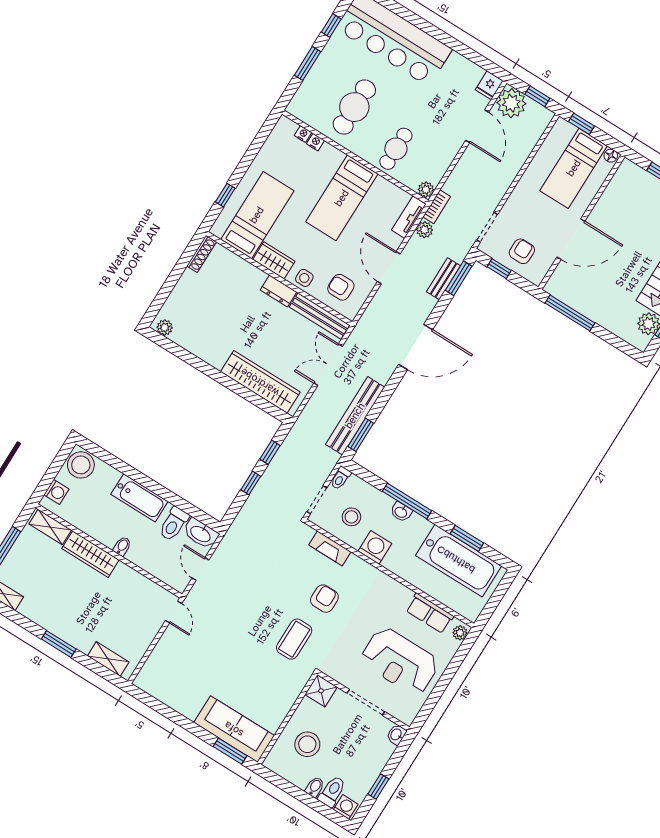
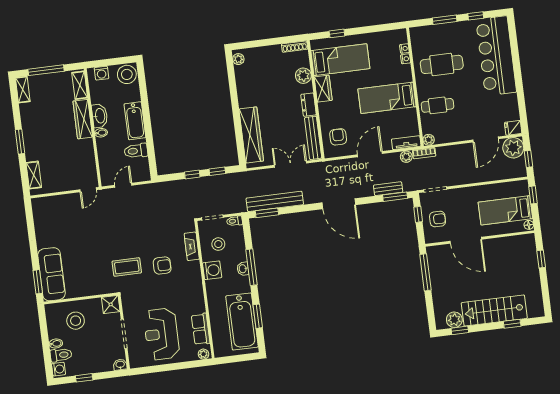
plant: (242, 271) -> (303, 76), added
side table: (304, 278) -> (327, 113), removed
washbasin: (201, 534) -> (100, 116), moved, turned 180

